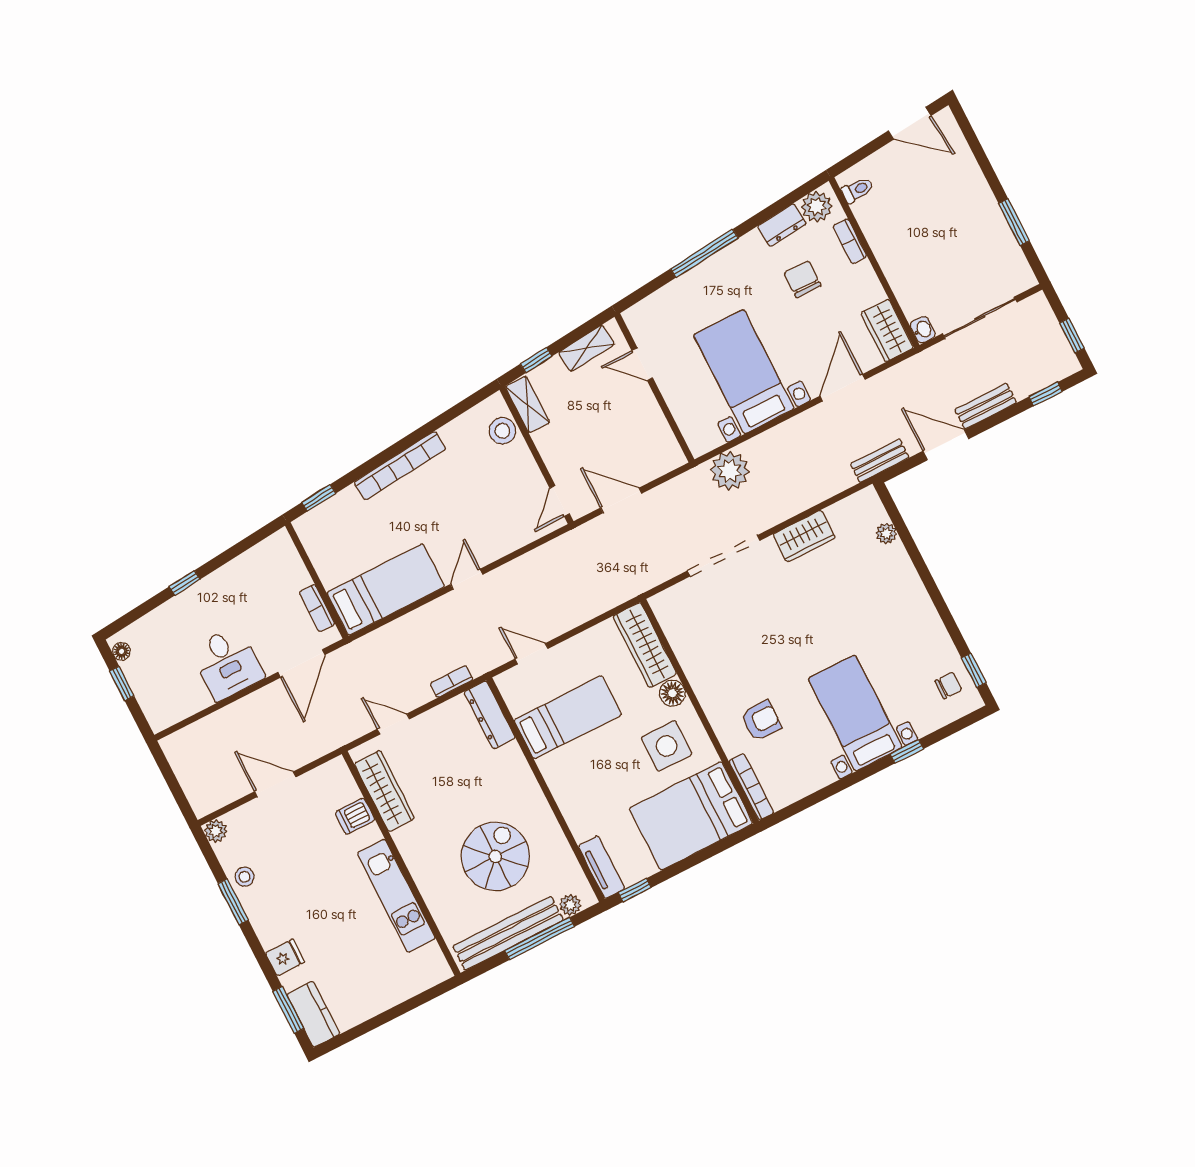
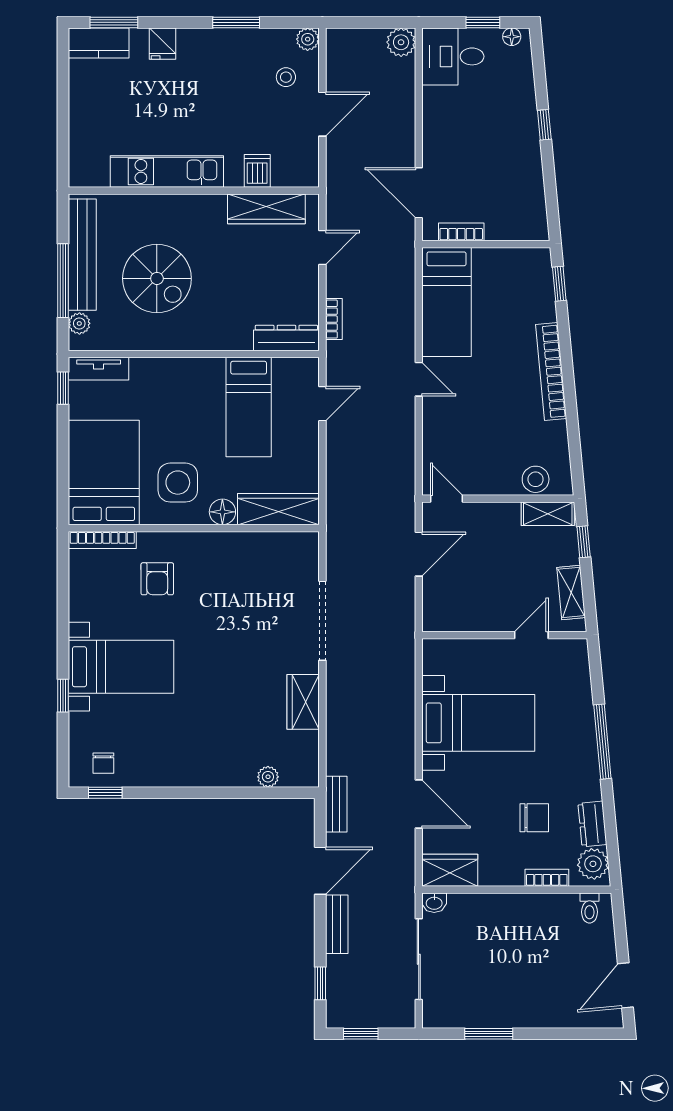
plant: (730, 471) -> (401, 42), moved, width x0.73, depth x0.73
desk: (227, 663) -> (453, 56), moved
stool: (245, 877) -> (286, 77), moved

